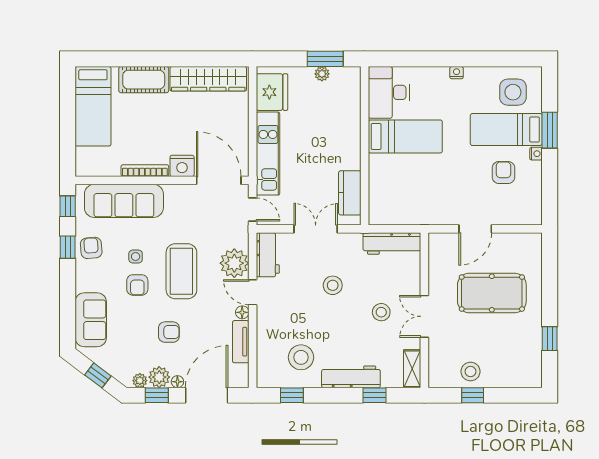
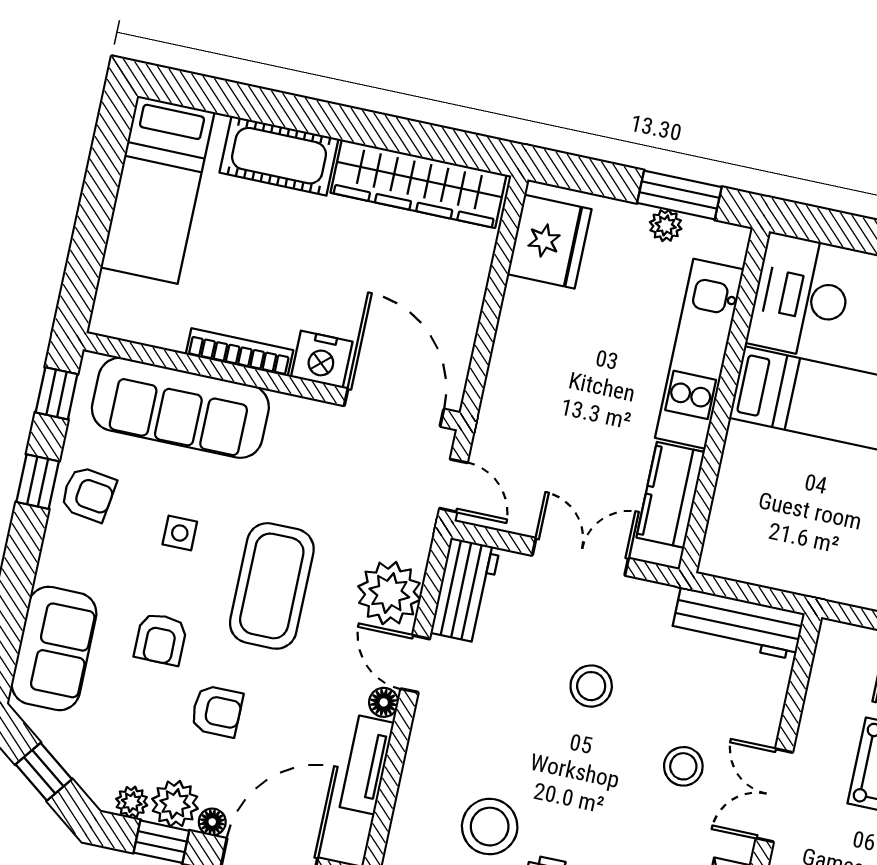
kitchen unit: (268, 154) -> (699, 354), moved, turned 180
armchair: (91, 248) -> (88, 494), turned 103
armchair: (137, 285) -> (161, 639), moved

